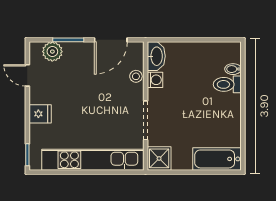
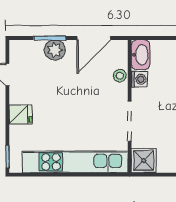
plant: (52, 52) -> (55, 50), moved

